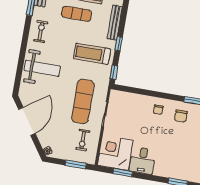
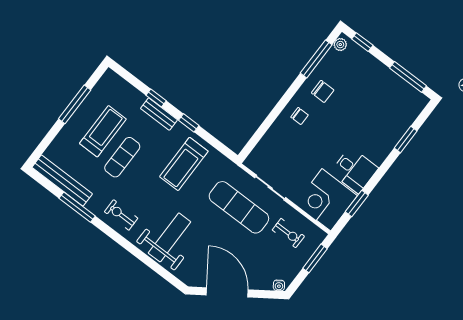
bench: (115, 23) -> (159, 114), width x0.73
window: (114, 72) -> (156, 98), moved

